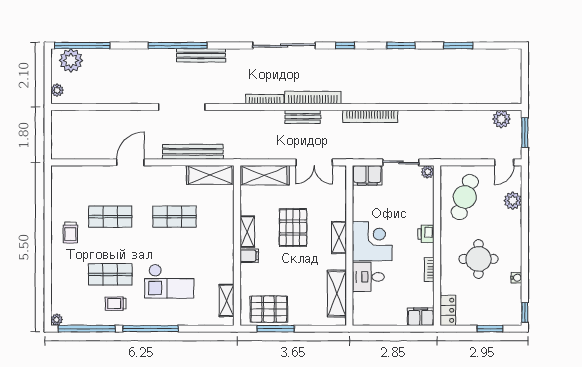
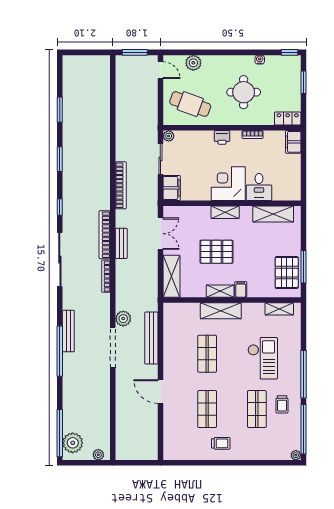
plant: (501, 119) -> (123, 319), moved
shelving: (210, 175) -> (221, 311), moved, turned 90

